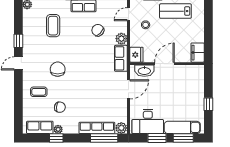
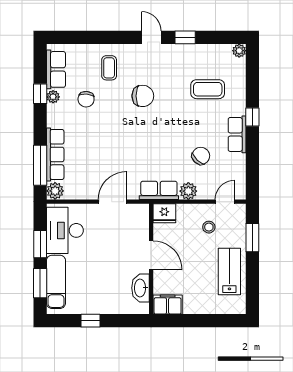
door: (129, 14) -> (225, 202), hinge flipped
washbasin: (144, 71) -> (141, 288), moved
door: (129, 89) -> (112, 202), swing flipped

